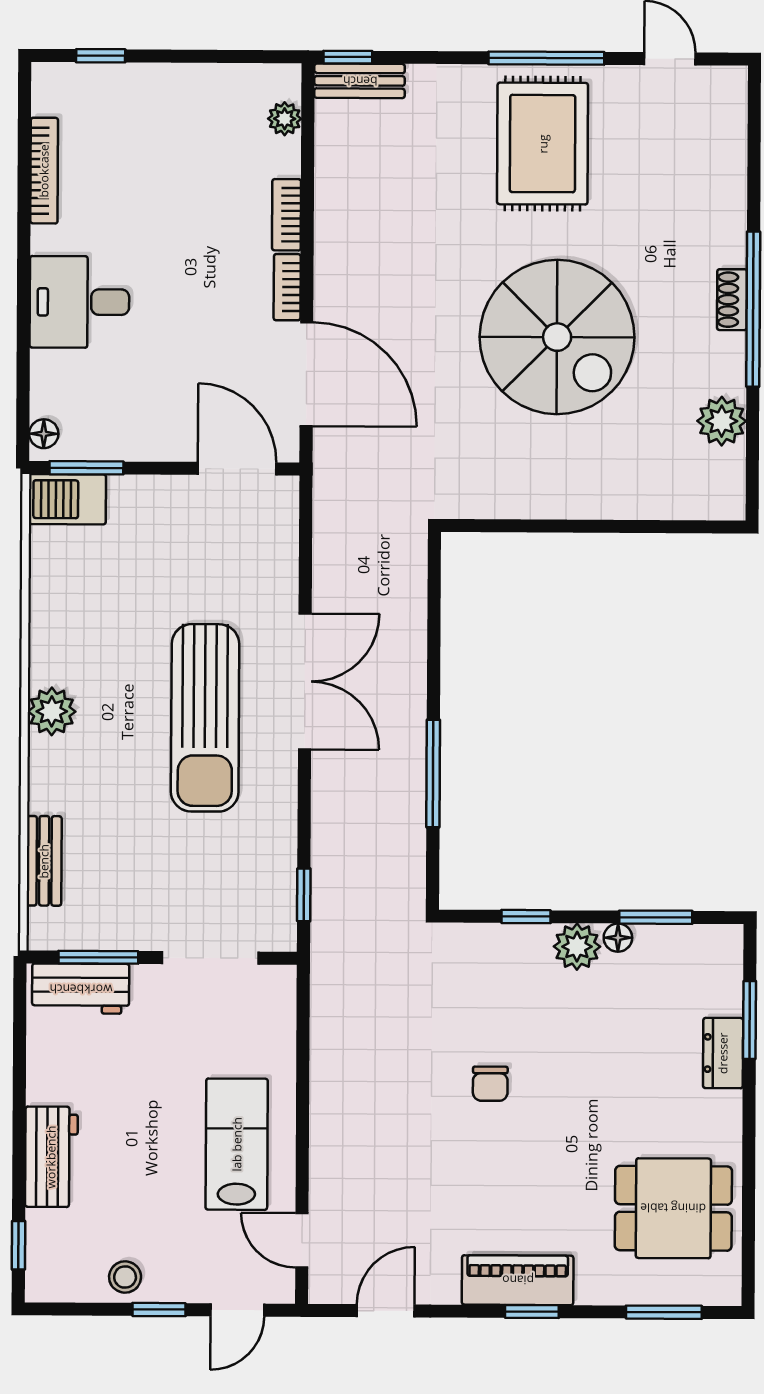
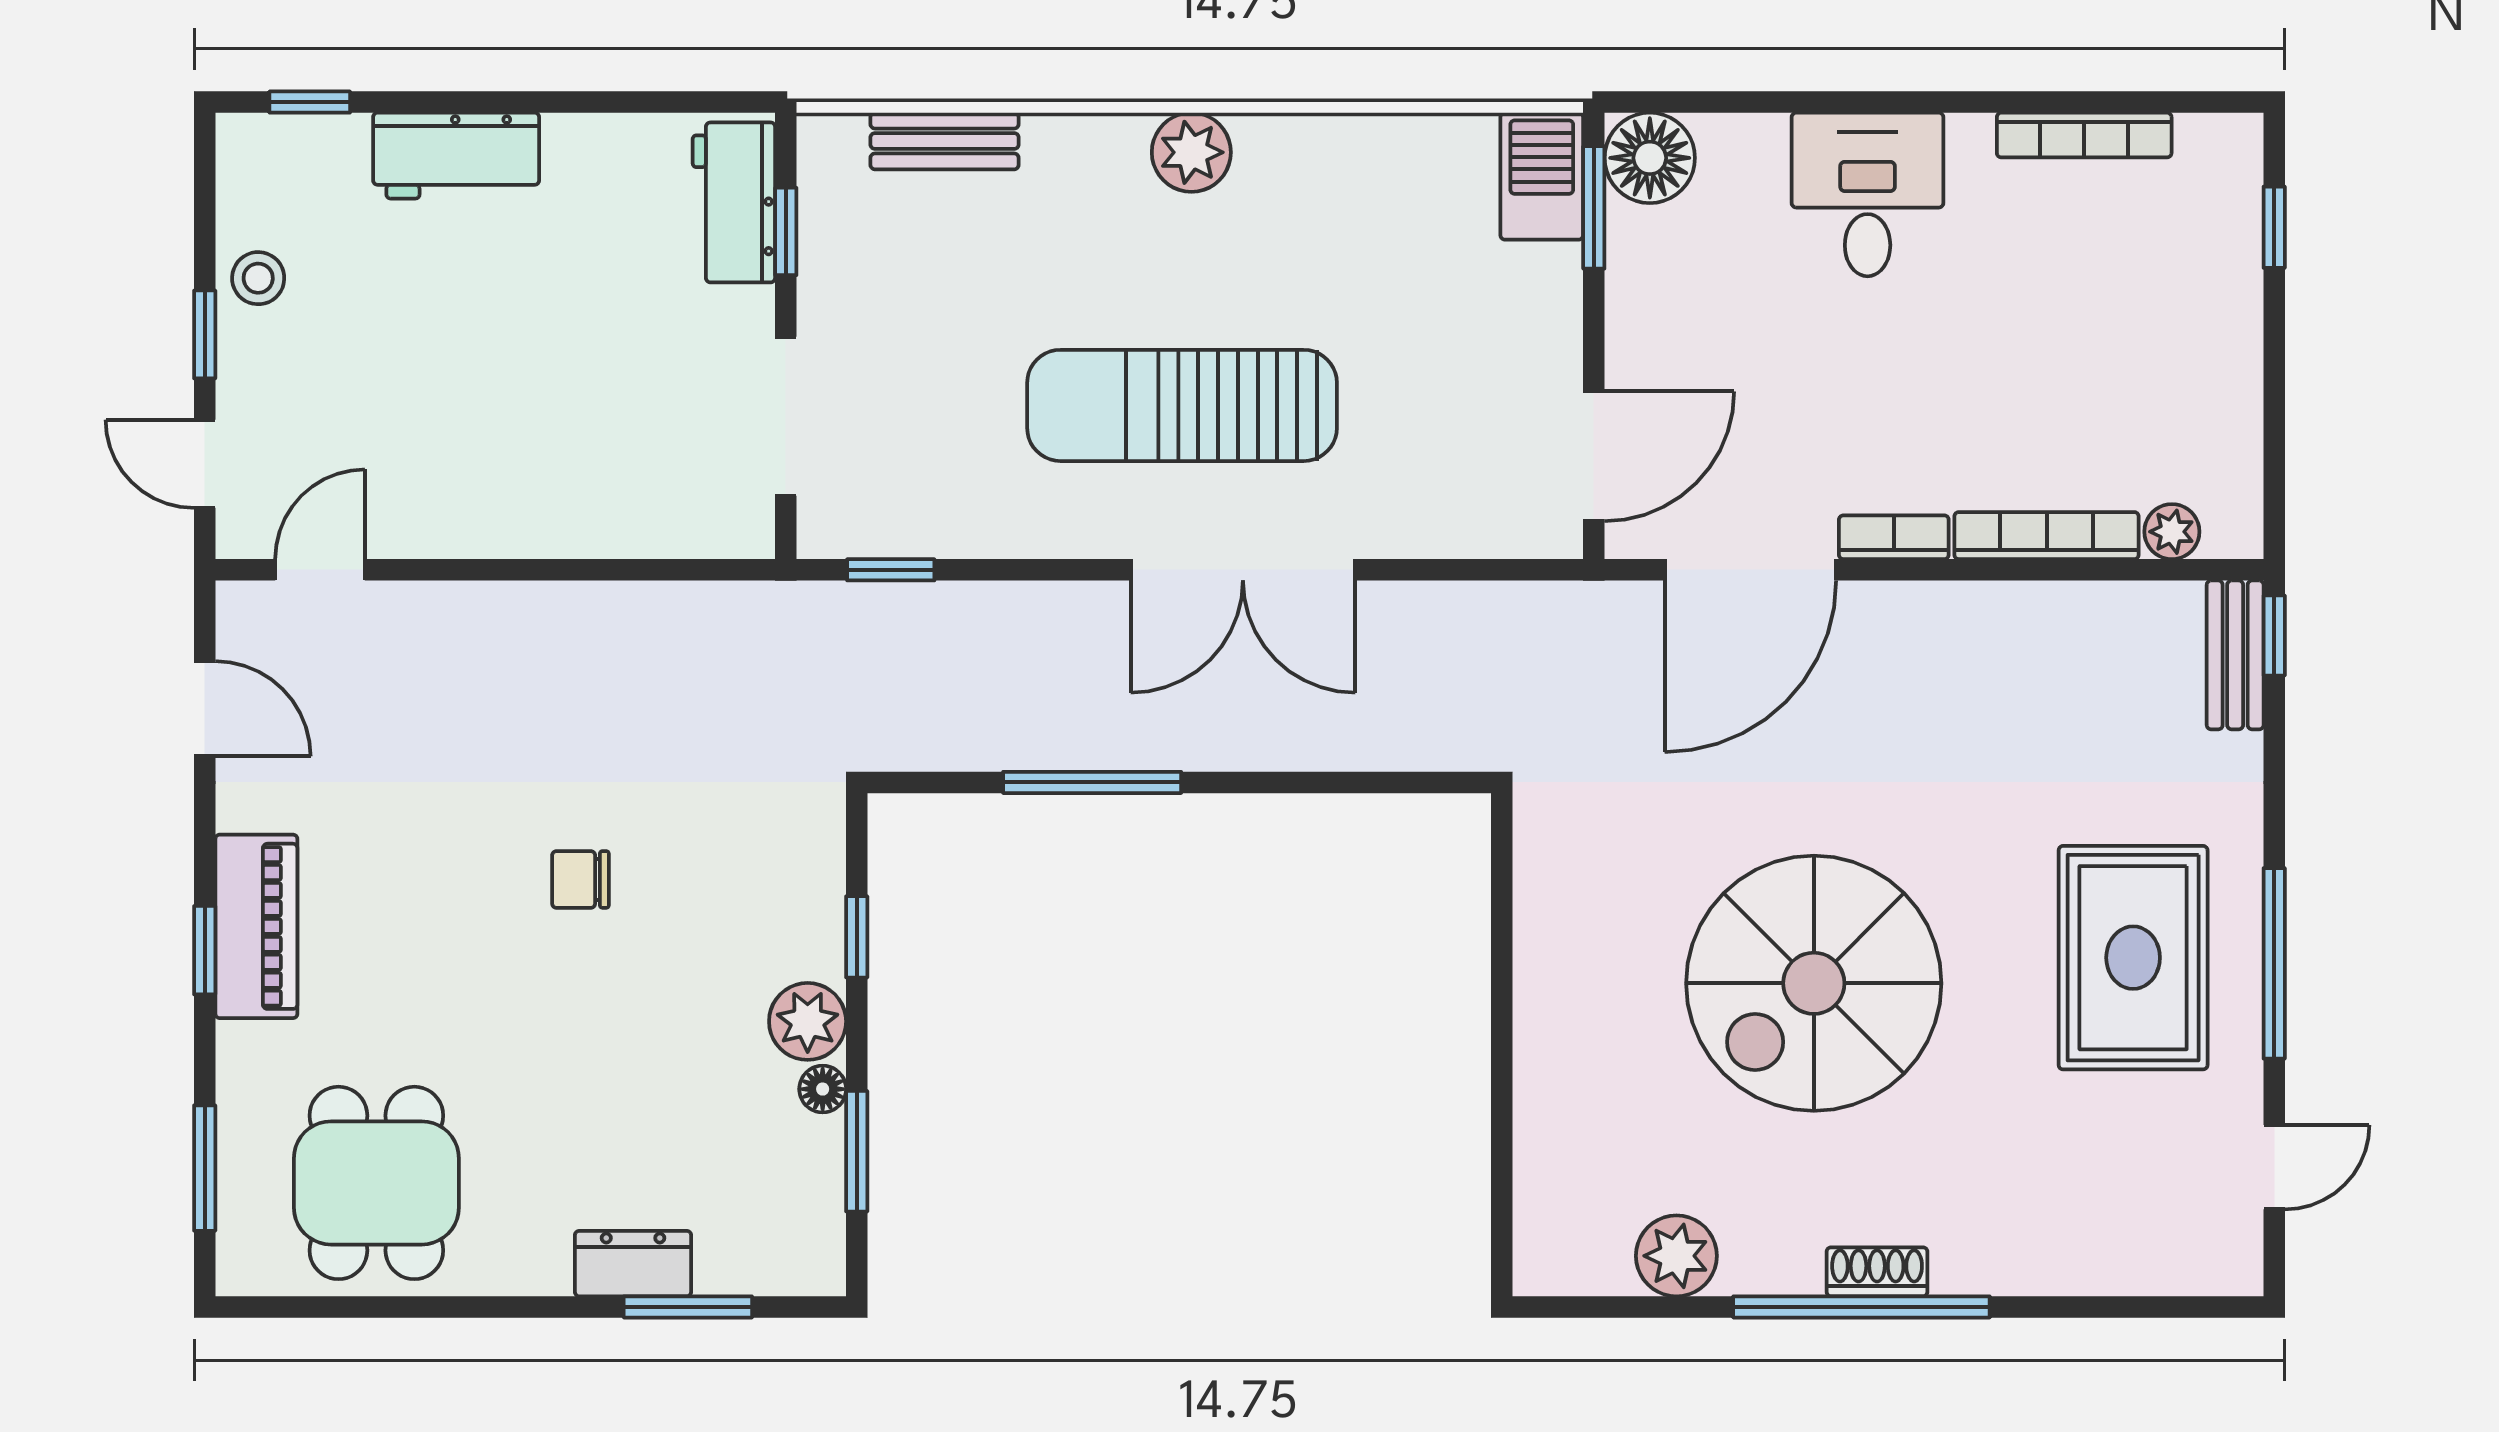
rug: (543, 144) -> (2133, 958), turned 90
bookcase: (287, 215) -> (2047, 536), width x1.56
floor lamp: (44, 434) -> (1650, 158), width x1.89, depth x1.89
window: (98, 957) -> (786, 231), width x0.67
lab bench: (237, 1144) -> (478, 461), removed

